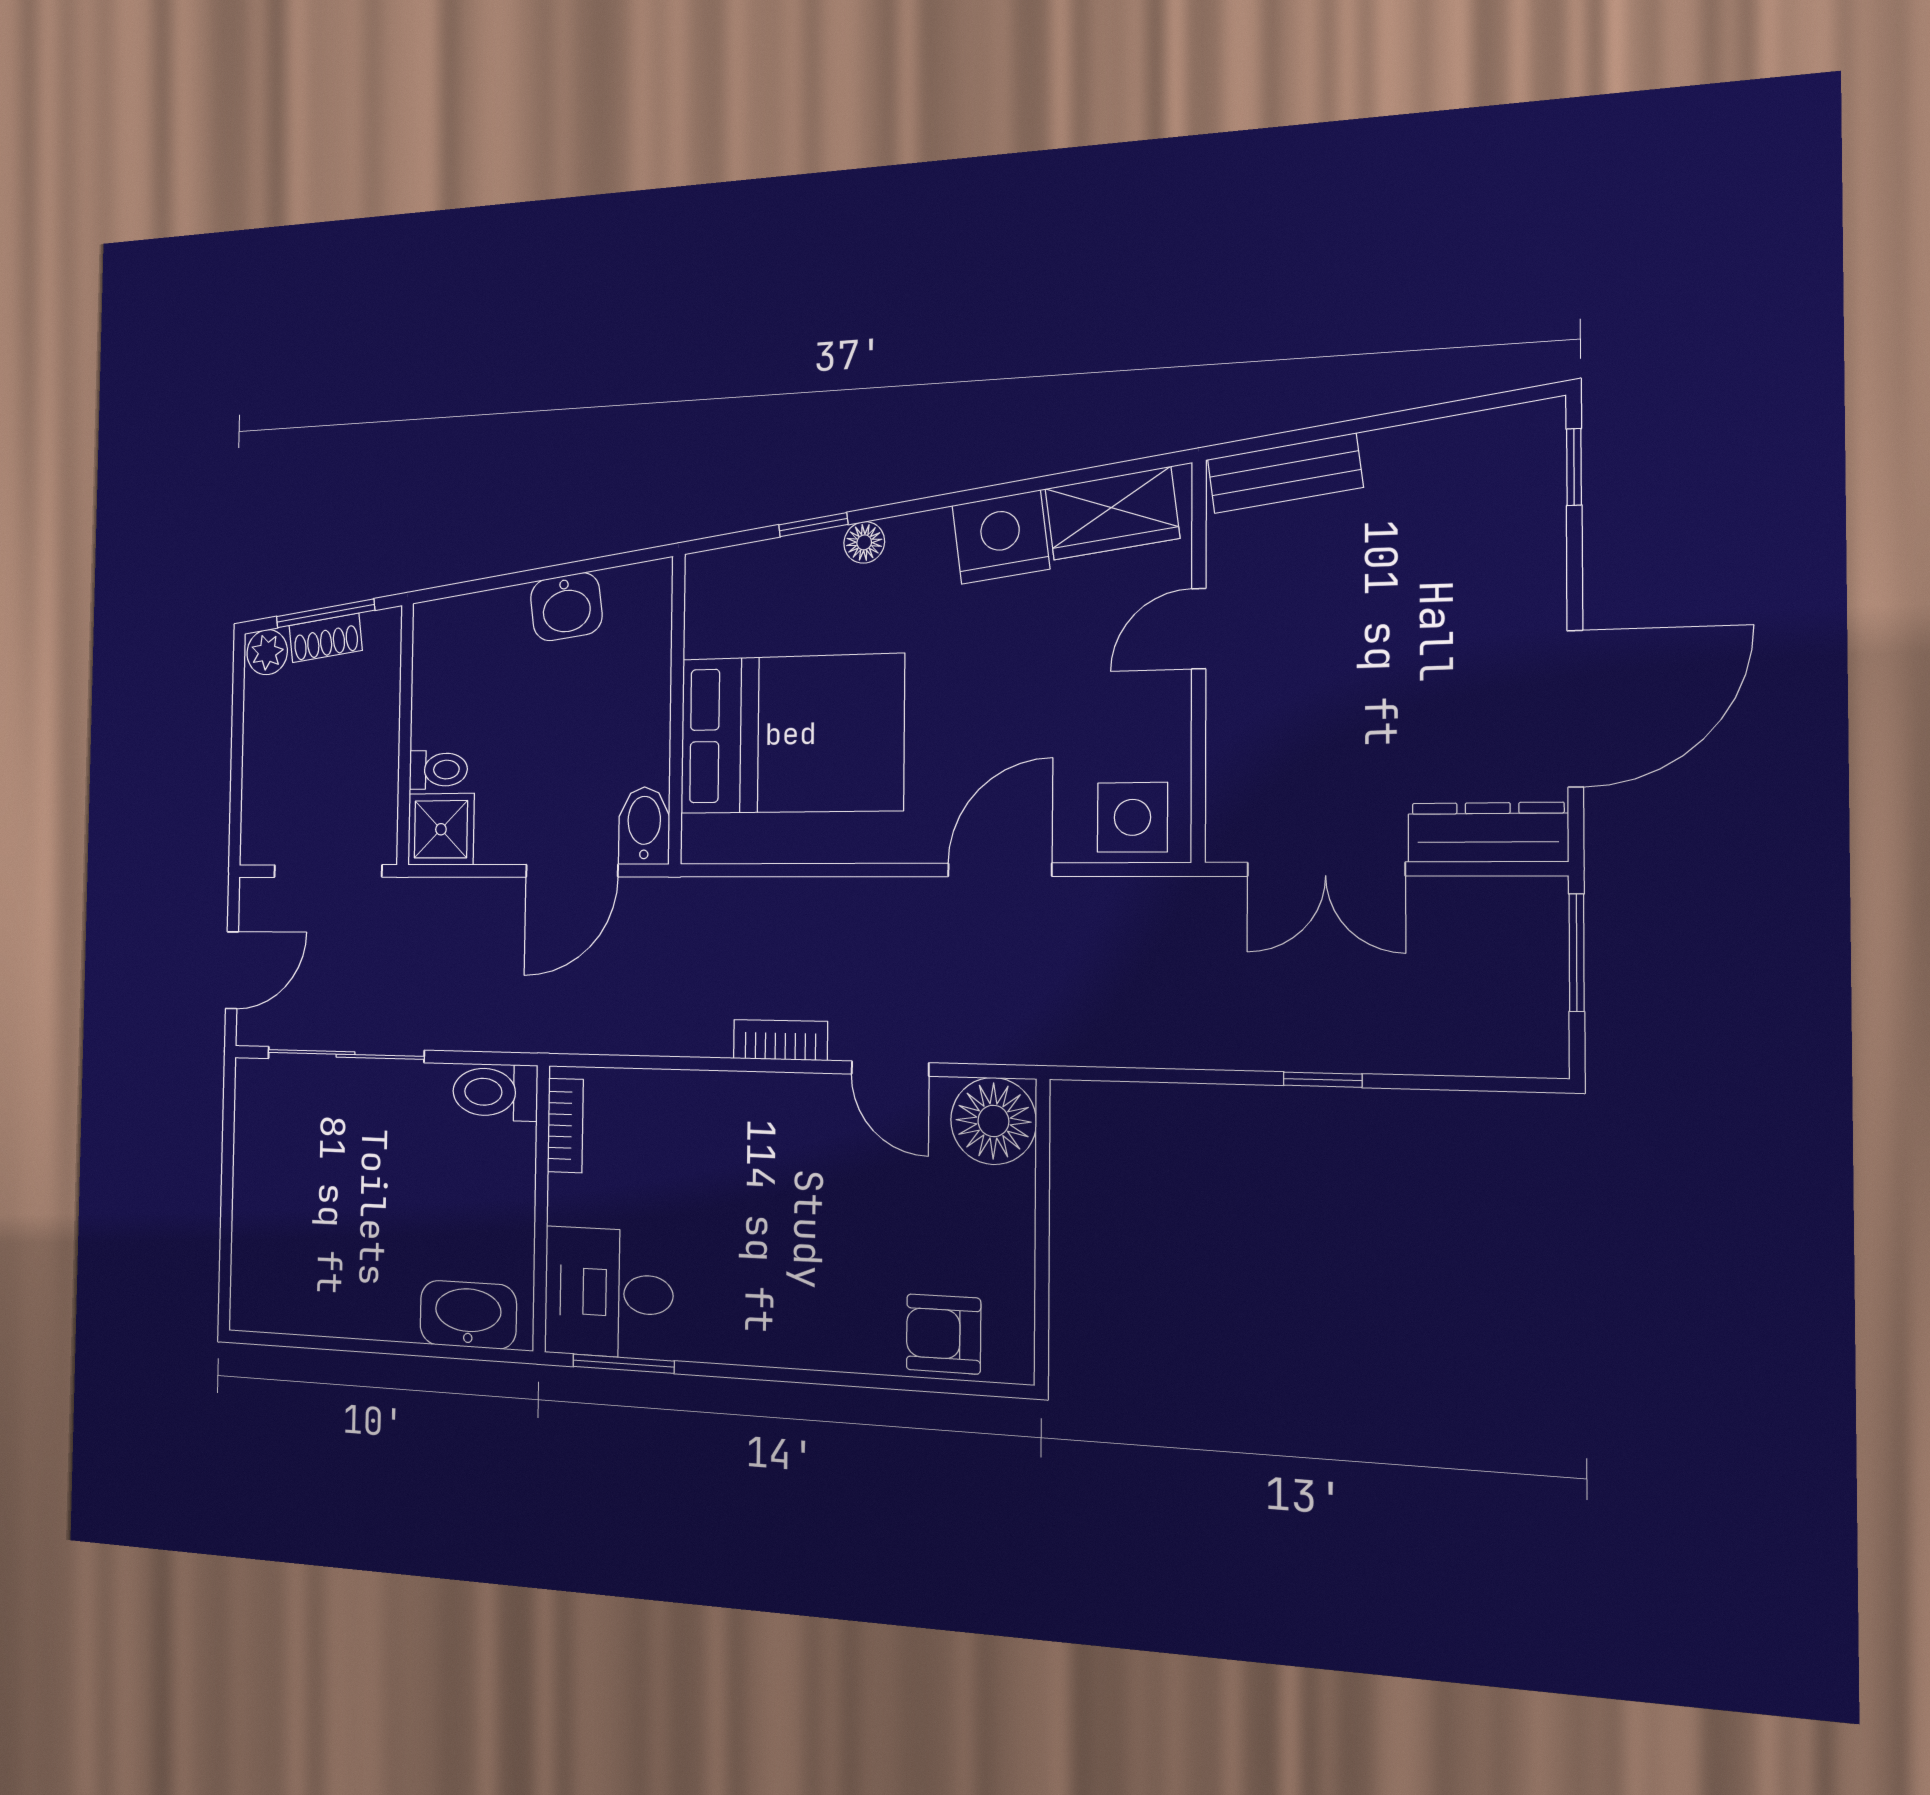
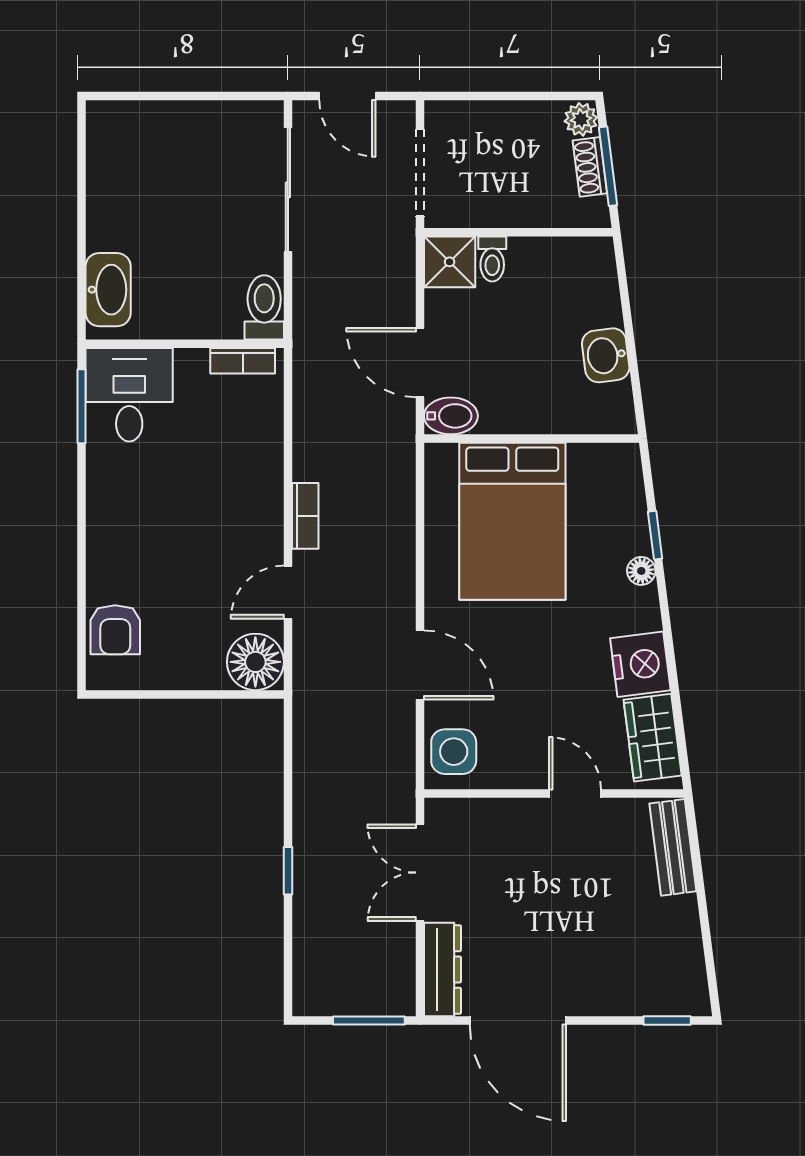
armchair: (943, 1334) -> (115, 630), turned 180

